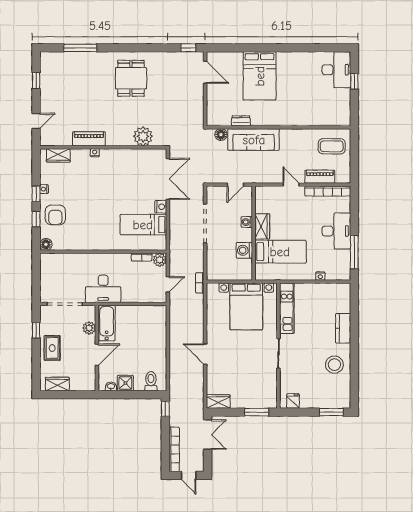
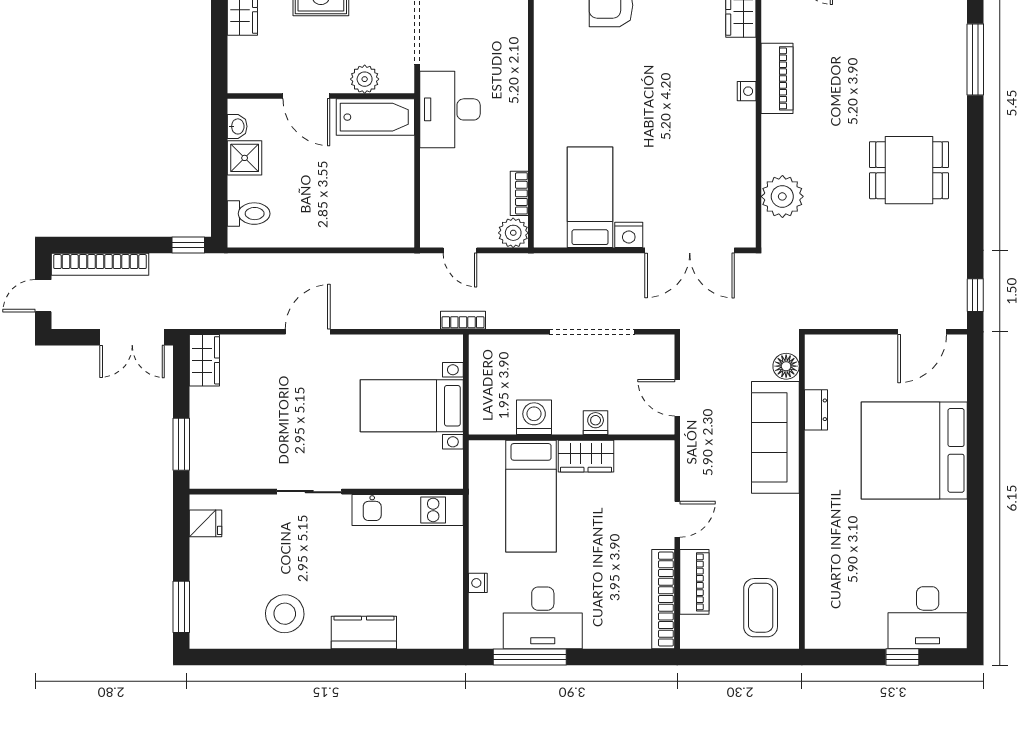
bed: (260, 76) -> (914, 450), width x1.36
desk: (336, 231) -> (543, 618), moved
bed with nightstands: (246, 306) -> (412, 406), width x0.73

